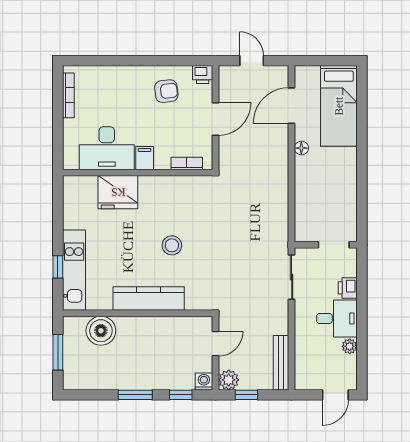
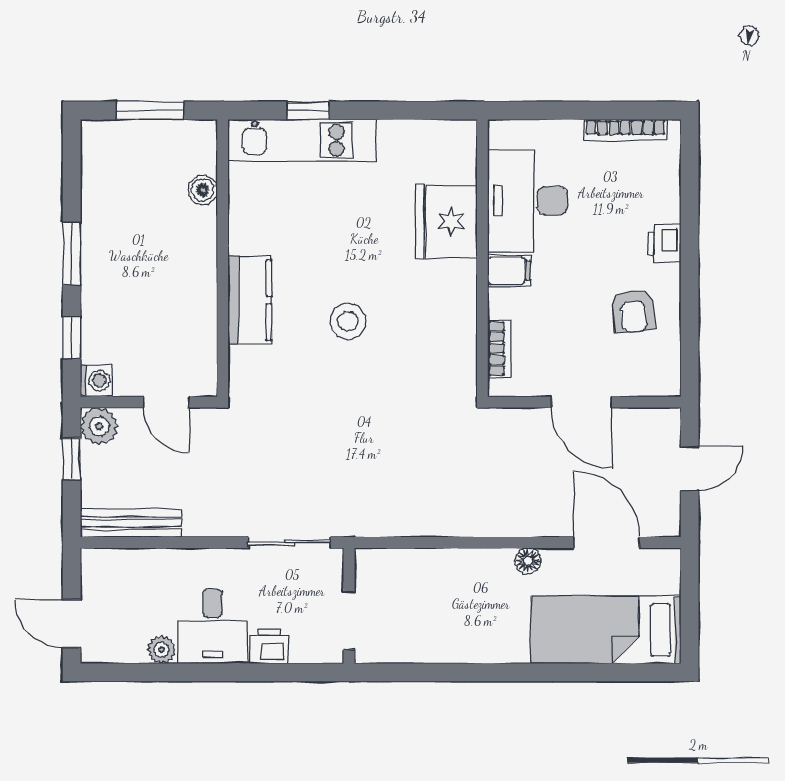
printer: (203, 74) -> (664, 243), moved
kitchen counter: (149, 298) -> (250, 300), width x0.67
boiler: (101, 331) -> (203, 190), width x0.54, depth x0.54

